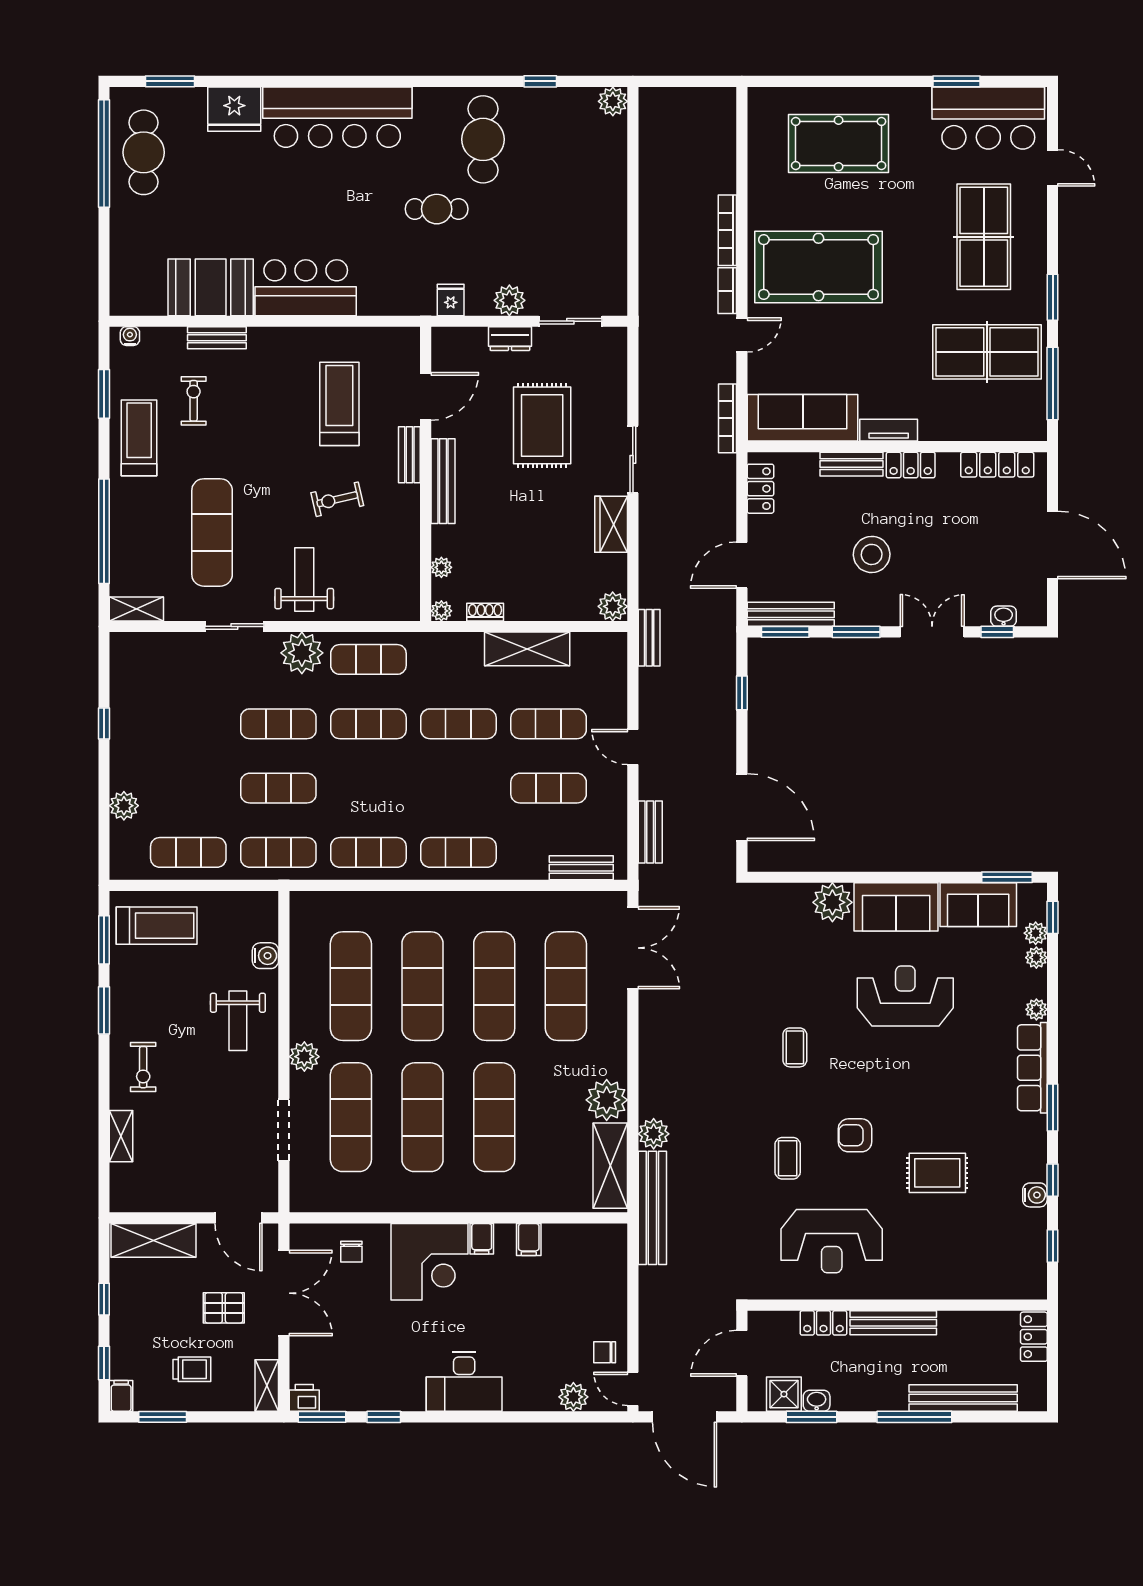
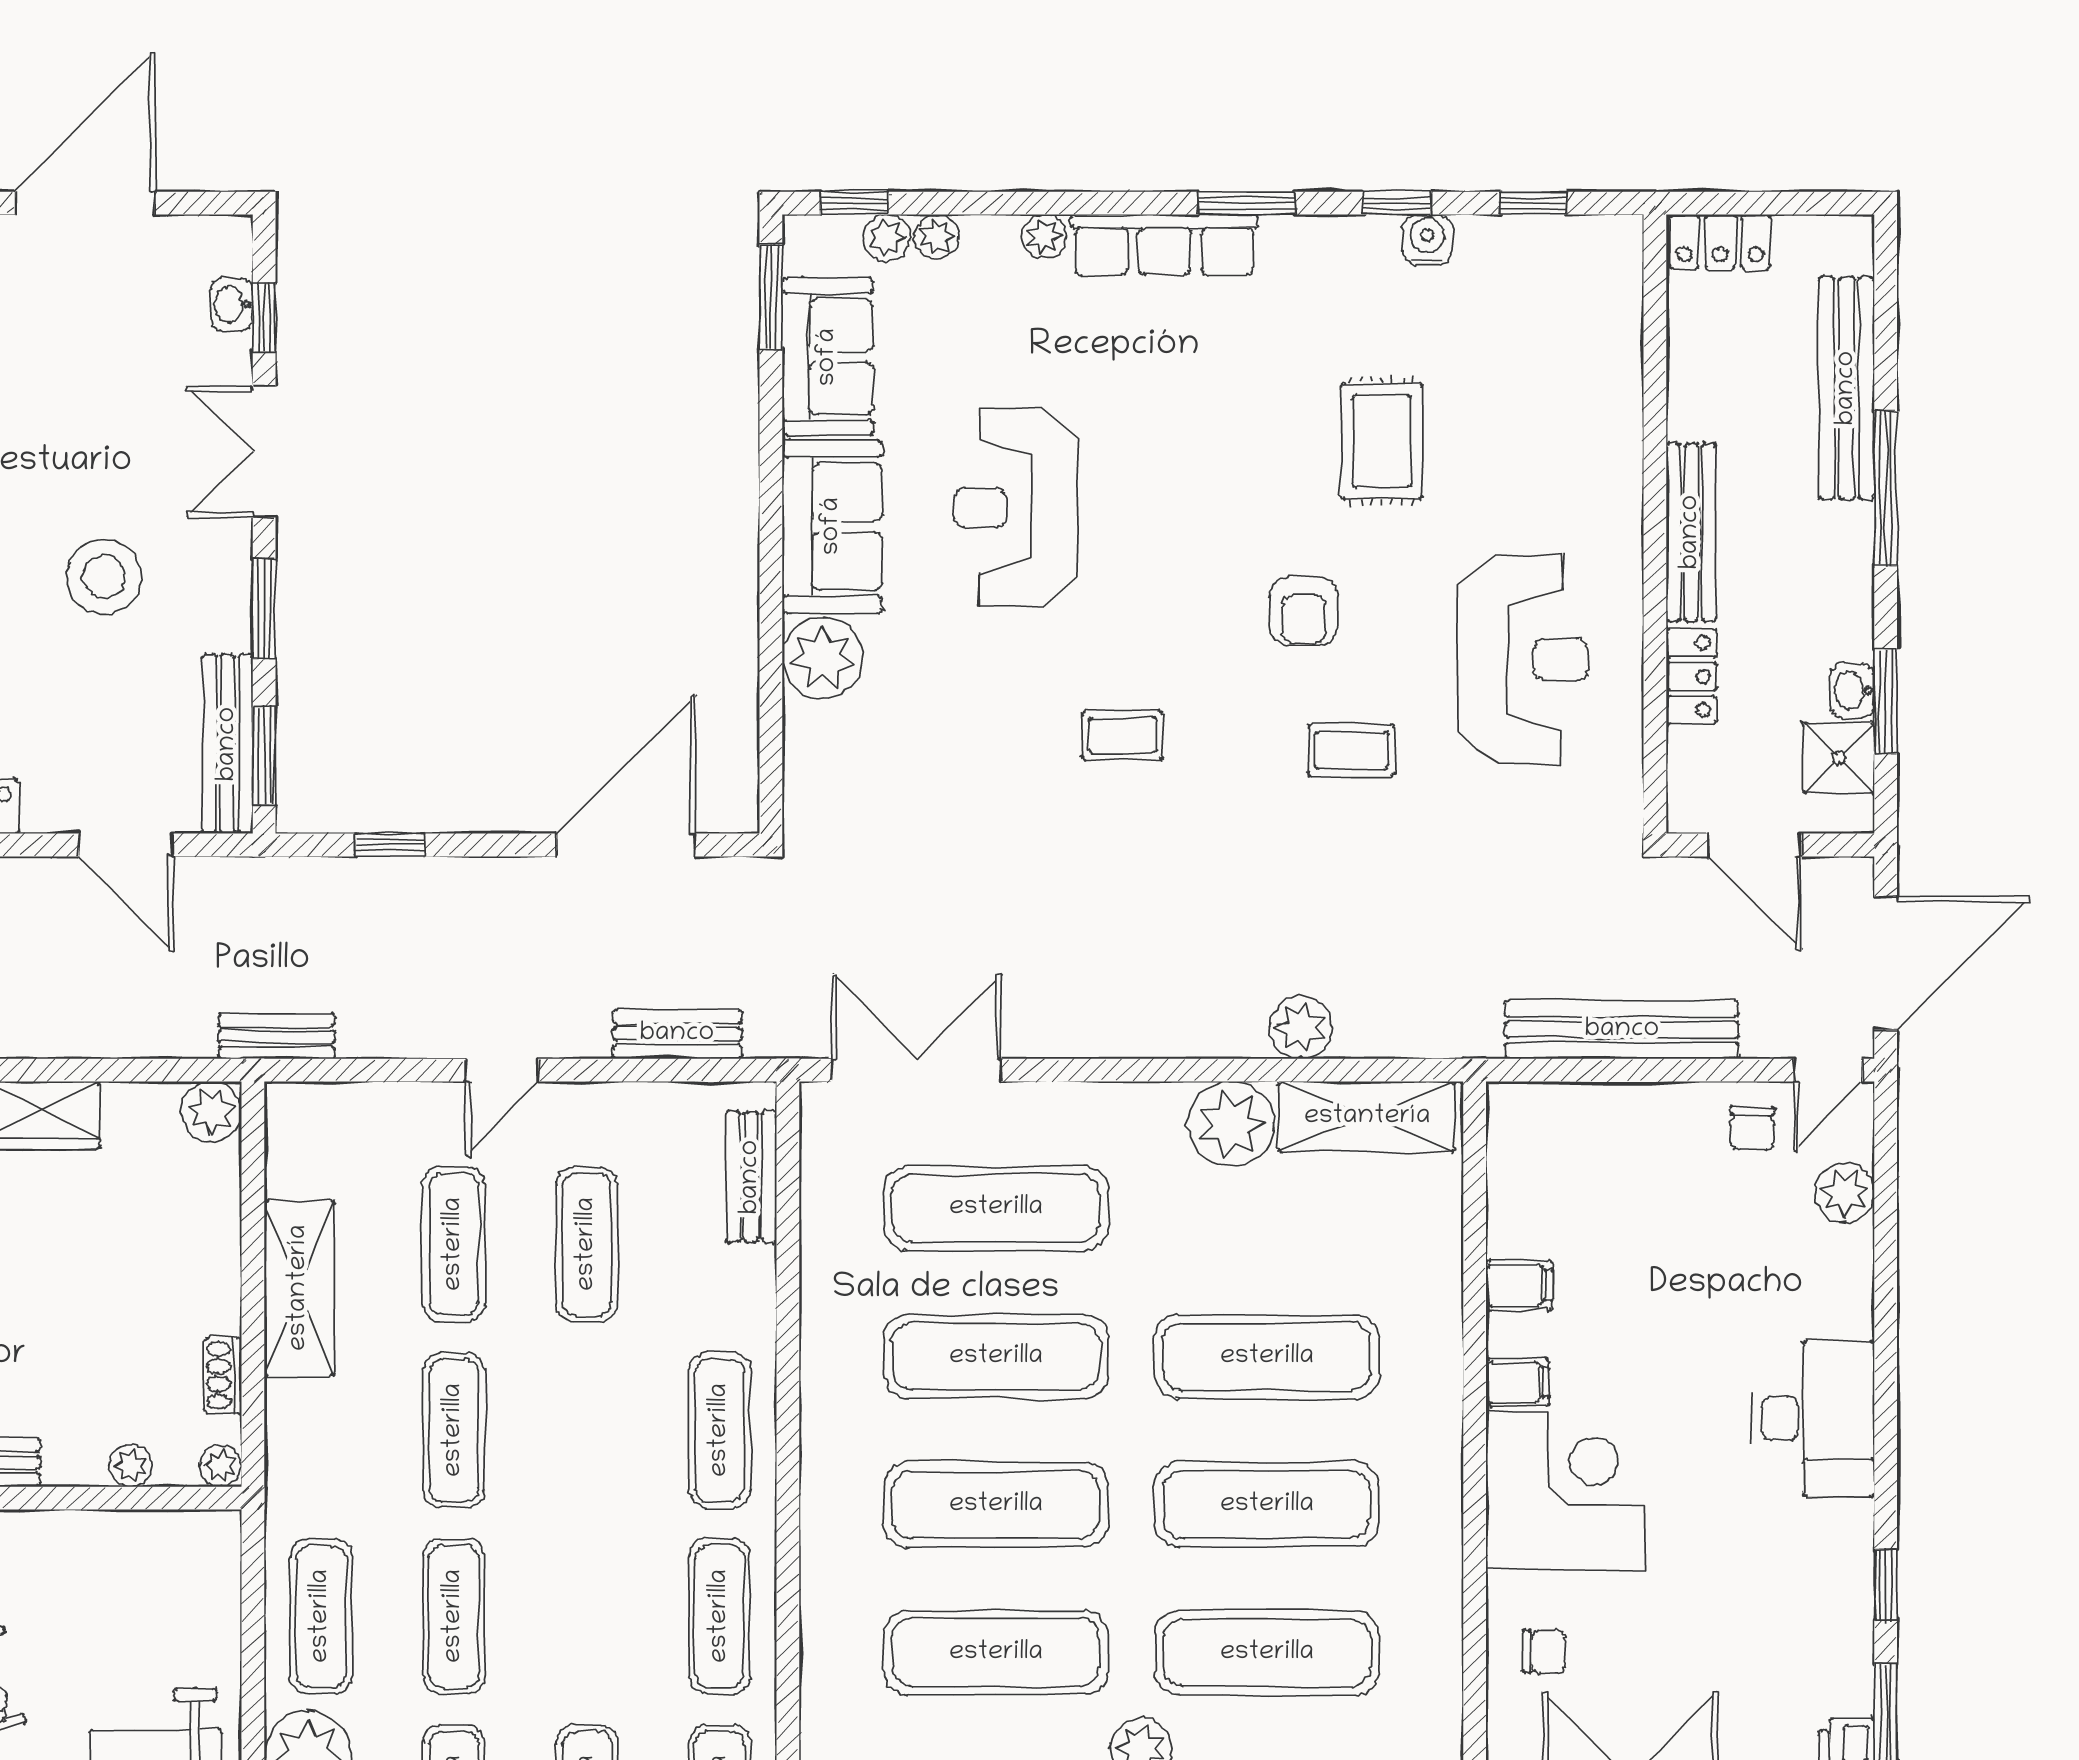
bench: (652, 1208) -> (1622, 1030), moved

